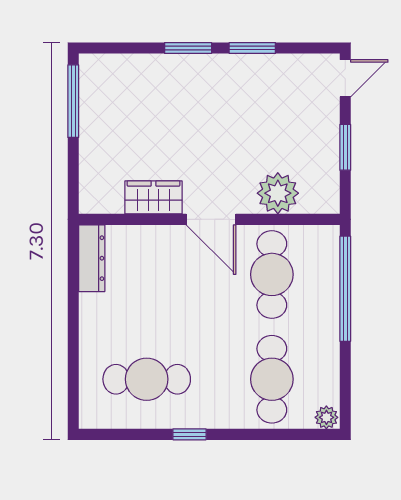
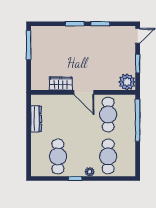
plant: (278, 193) -> (127, 82), moved
dresser: (92, 258) -> (36, 119), moved
cafe table: (147, 379) -> (58, 156), turned 90
plant: (326, 417) -> (90, 172), moved

